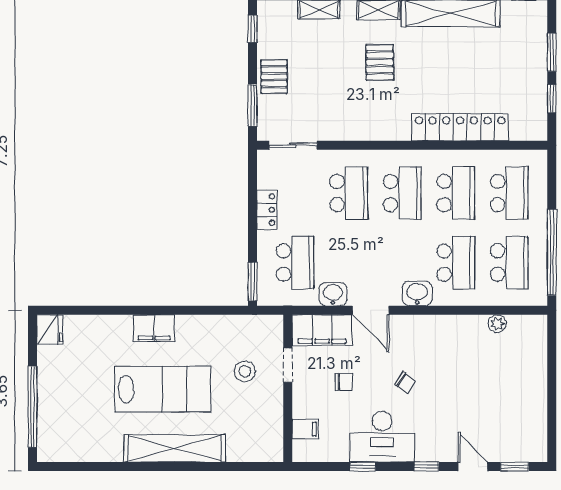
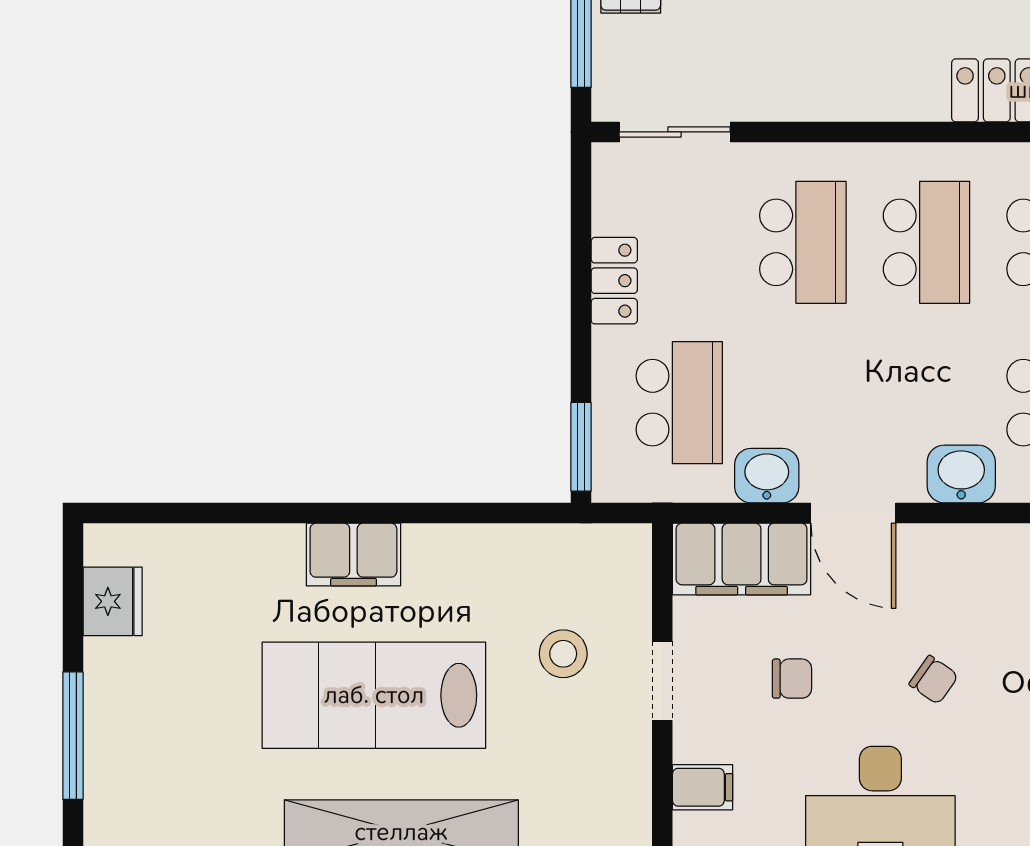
fridge: (50, 330) -> (113, 601), moved
doorway: (288, 365) -> (662, 681), moved
lab bench: (163, 389) -> (374, 695), turned 180
window: (33, 407) -> (73, 736), width x0.68

